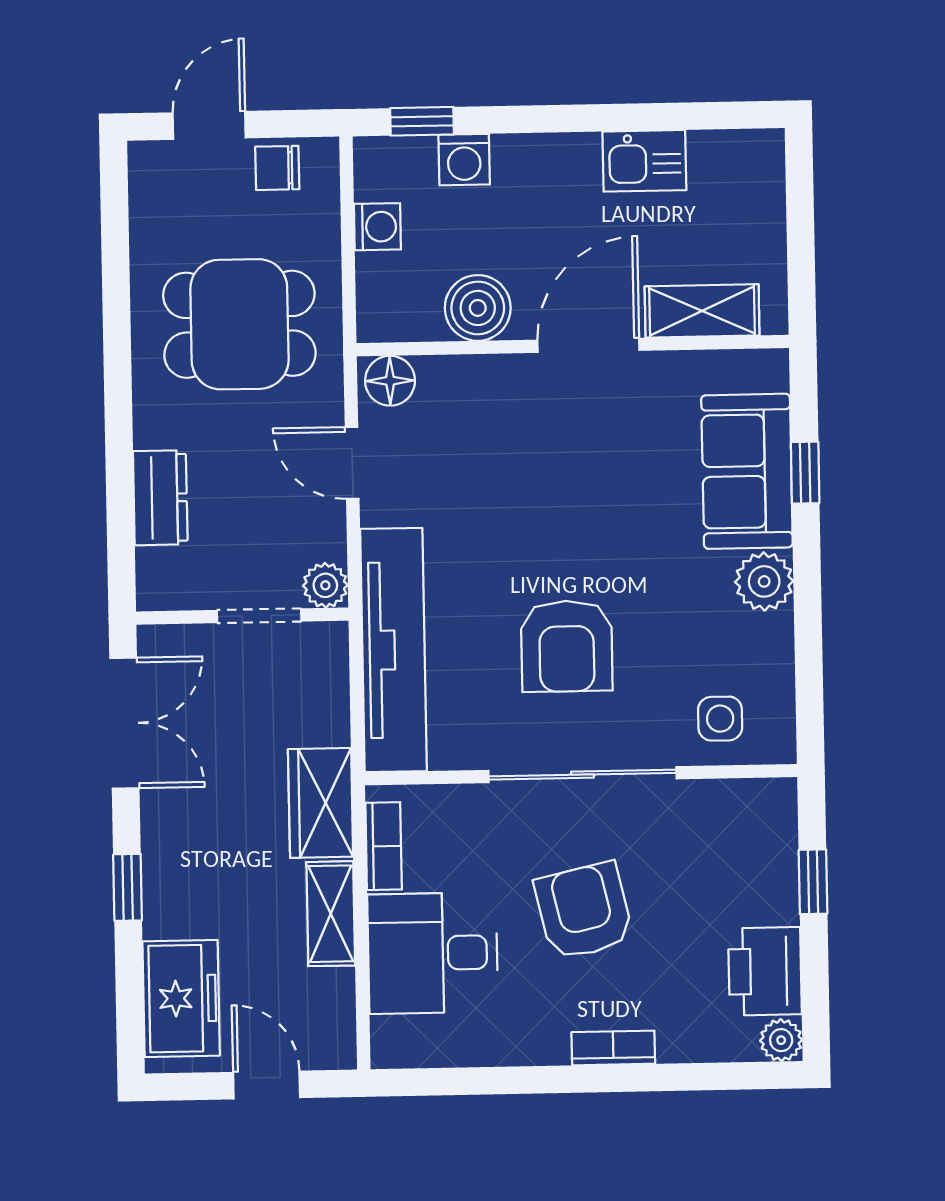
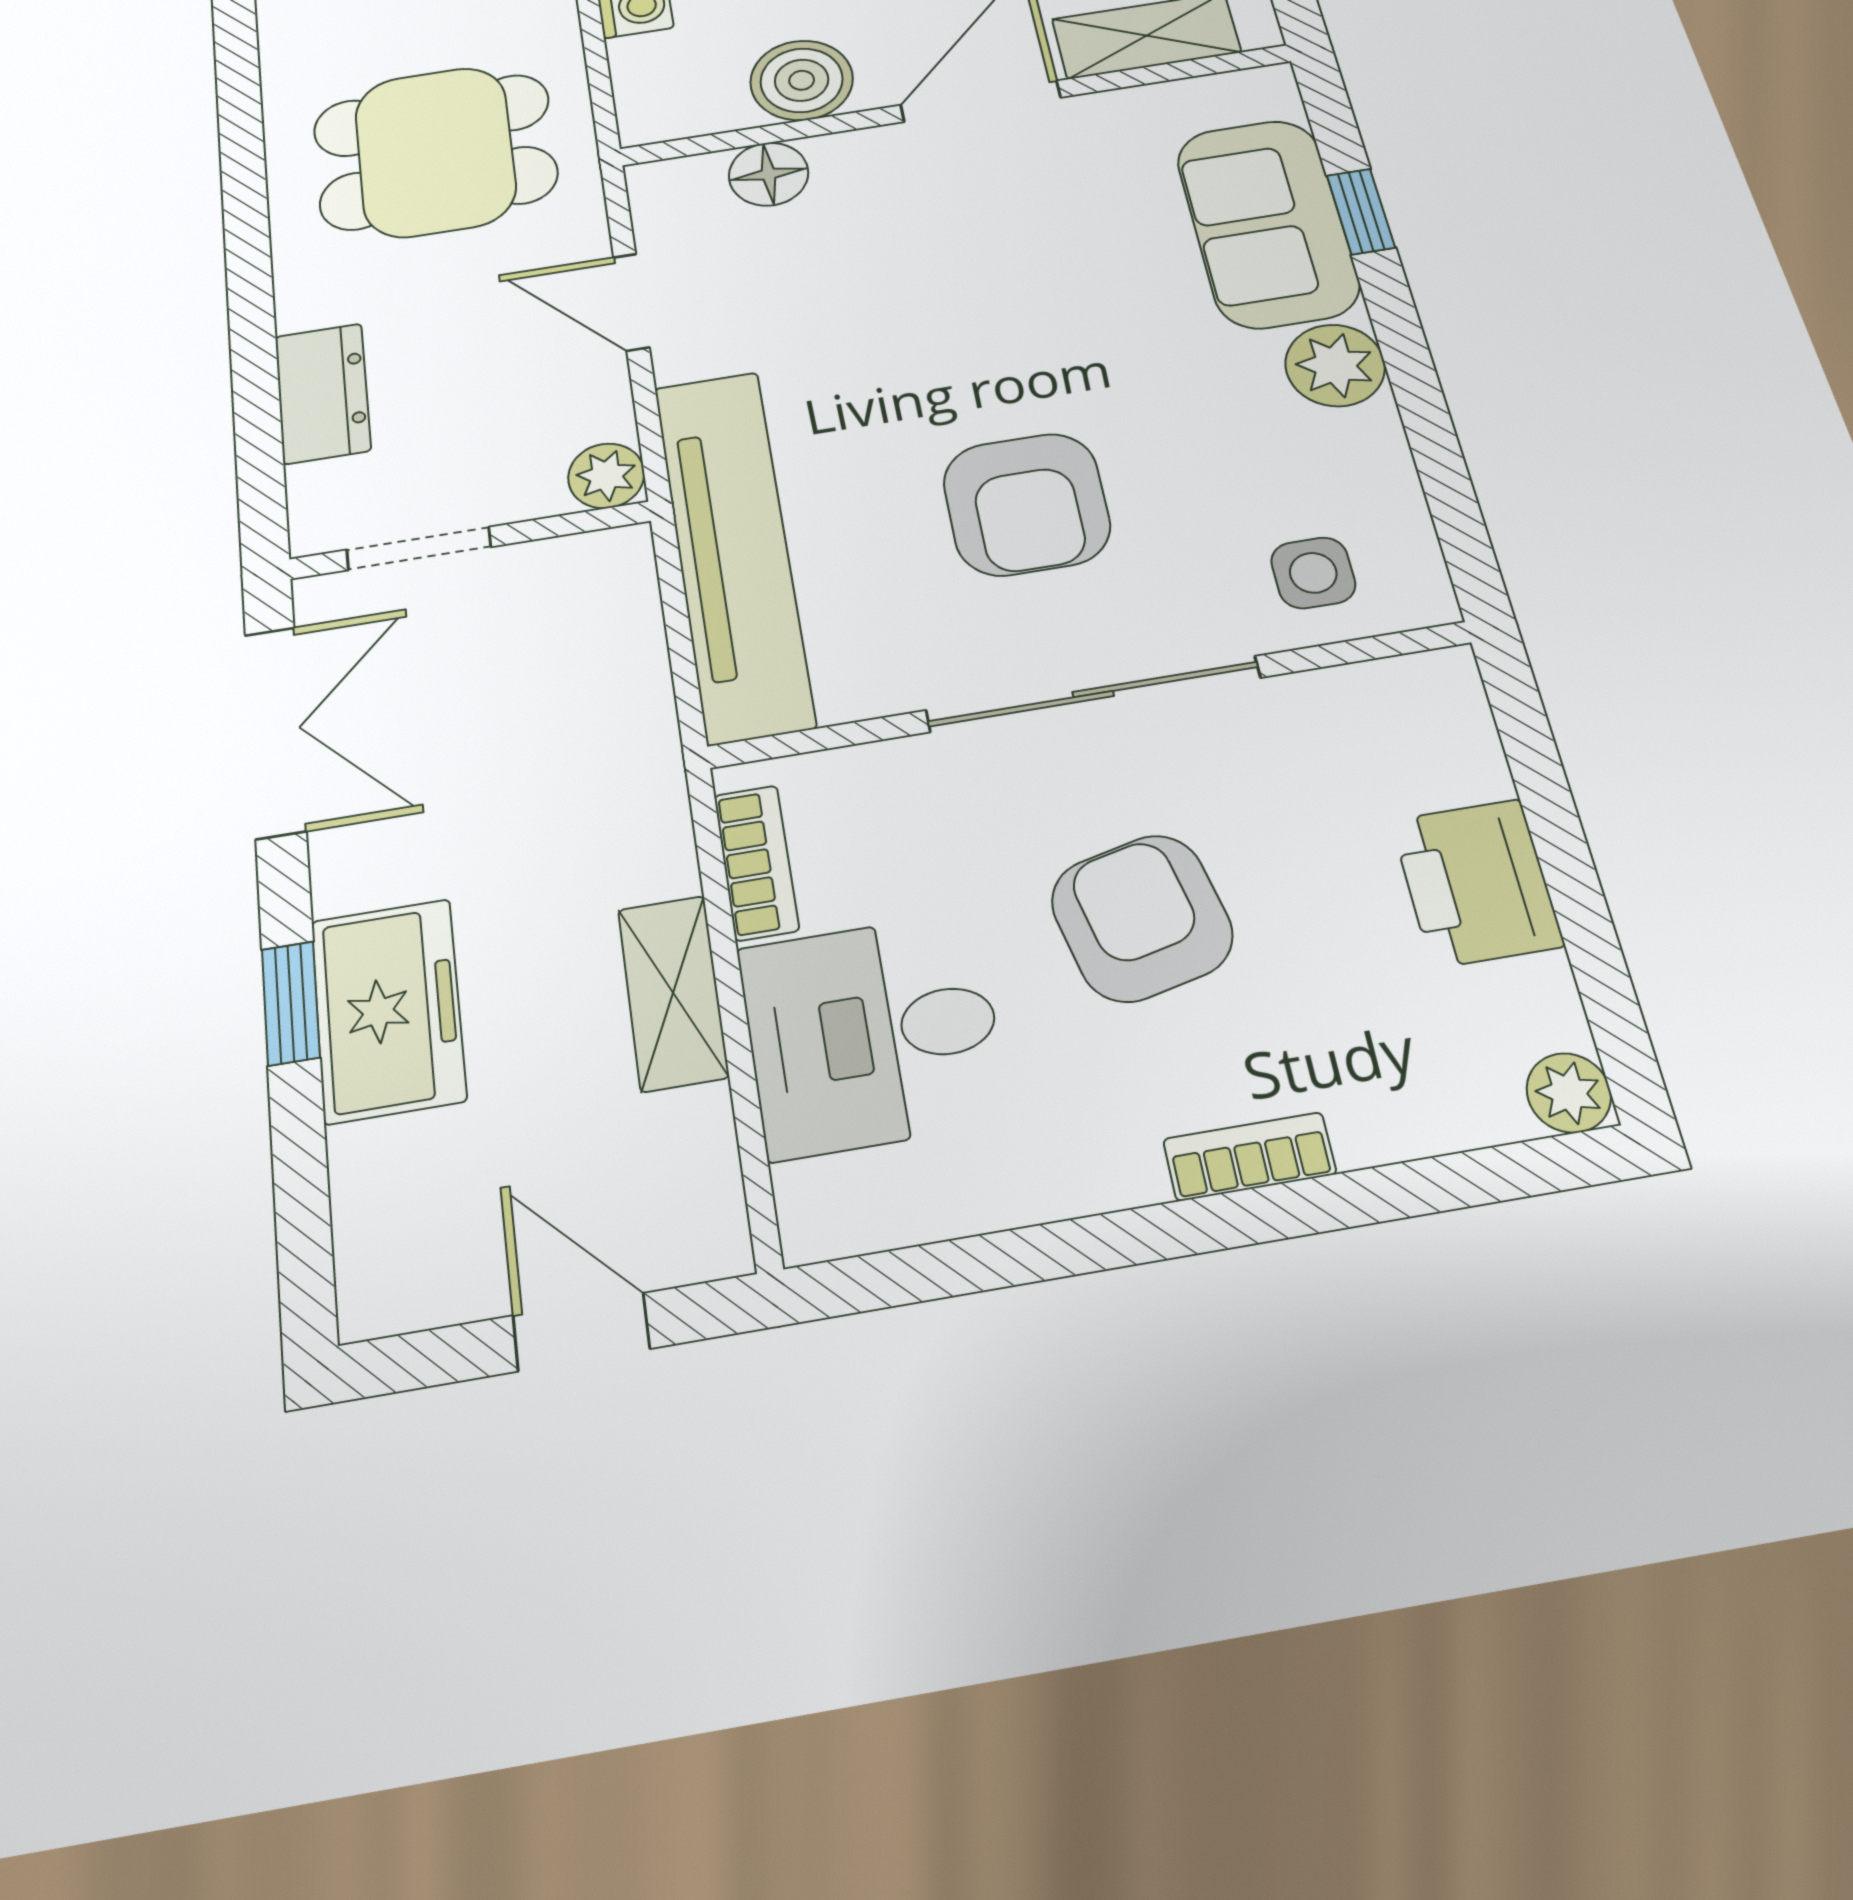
floor lamp: (390, 381) -> (769, 174), moved
doorway: (259, 616) -> (419, 548), moved
wardrobe: (321, 803) -> (634, 808), removed
window: (813, 882) -> (1548, 806), removed
printer: (765, 971) -> (1477, 883), moved
freezer: (181, 998) -> (388, 1010), moved

